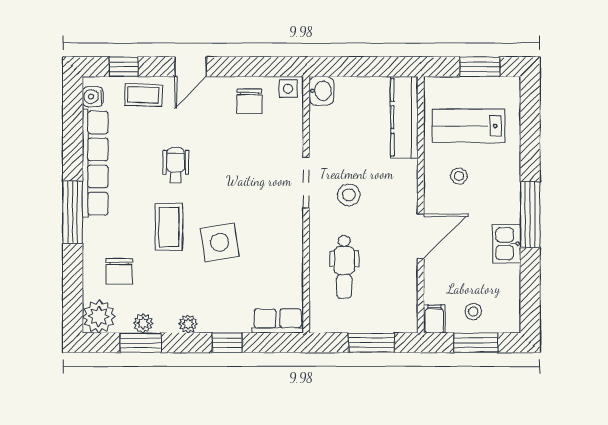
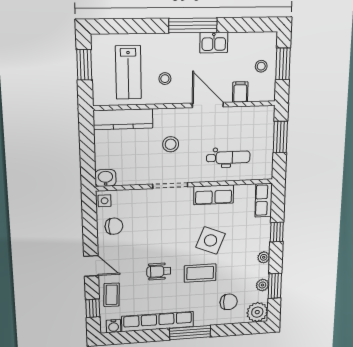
stool: (349, 195) -> (171, 144), moved
side table: (220, 242) -> (211, 240), turned 31
row of seats: (289, 246) -> (214, 195), added
filing cabinet: (434, 319) -> (240, 92), moved, turned 90

